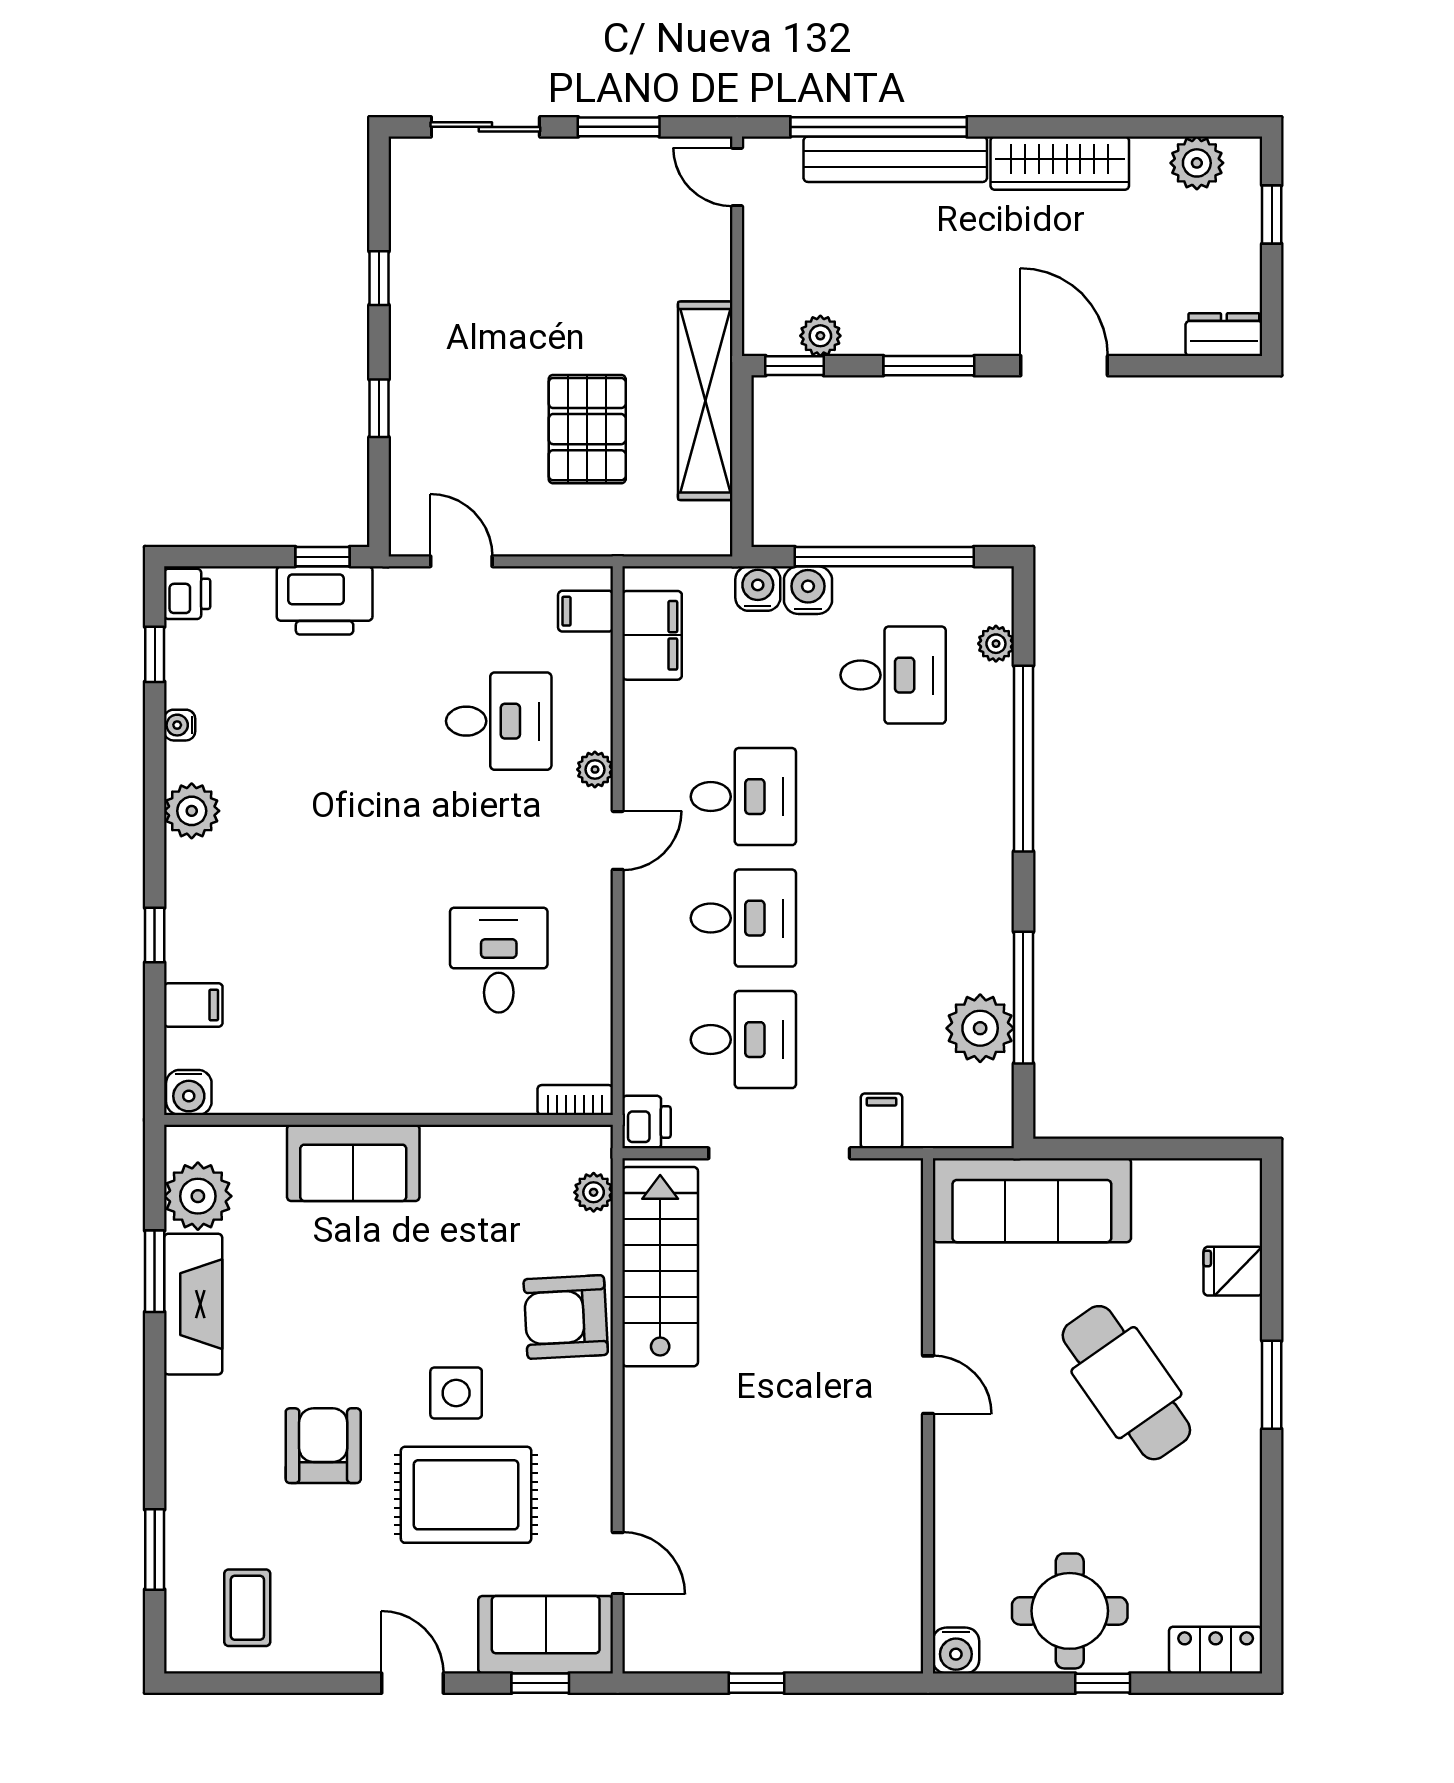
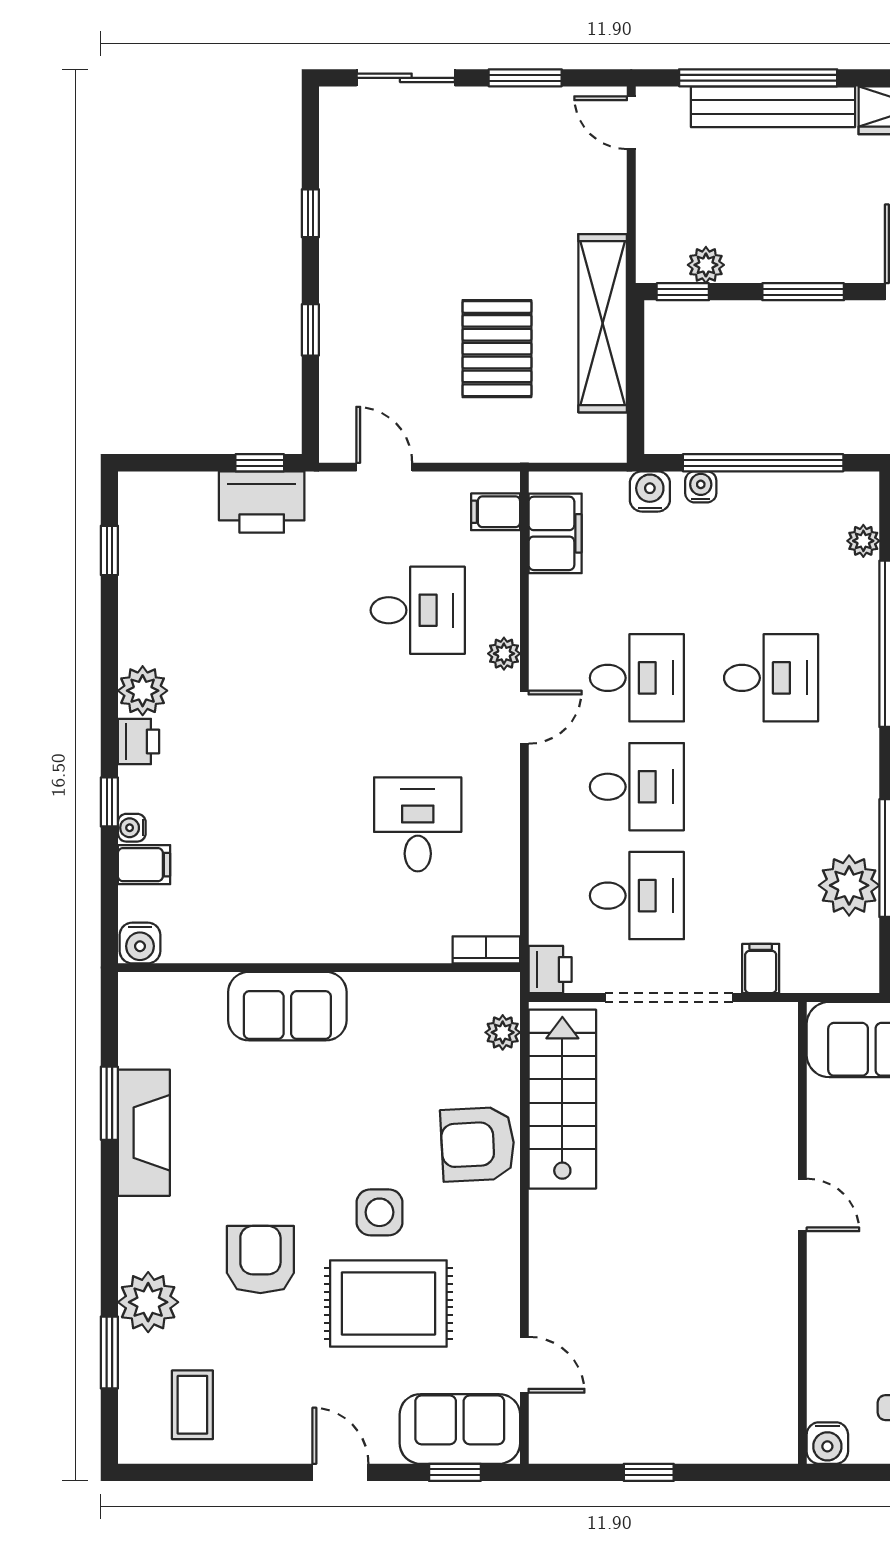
water cooler: (808, 590) -> (701, 487), width x0.72, depth x0.72
printer: (187, 594) -> (139, 741), moved
desk: (893, 675) -> (771, 678), moved
water cooler: (180, 725) -> (132, 828), moved
plant: (198, 1196) -> (148, 1302), moved

